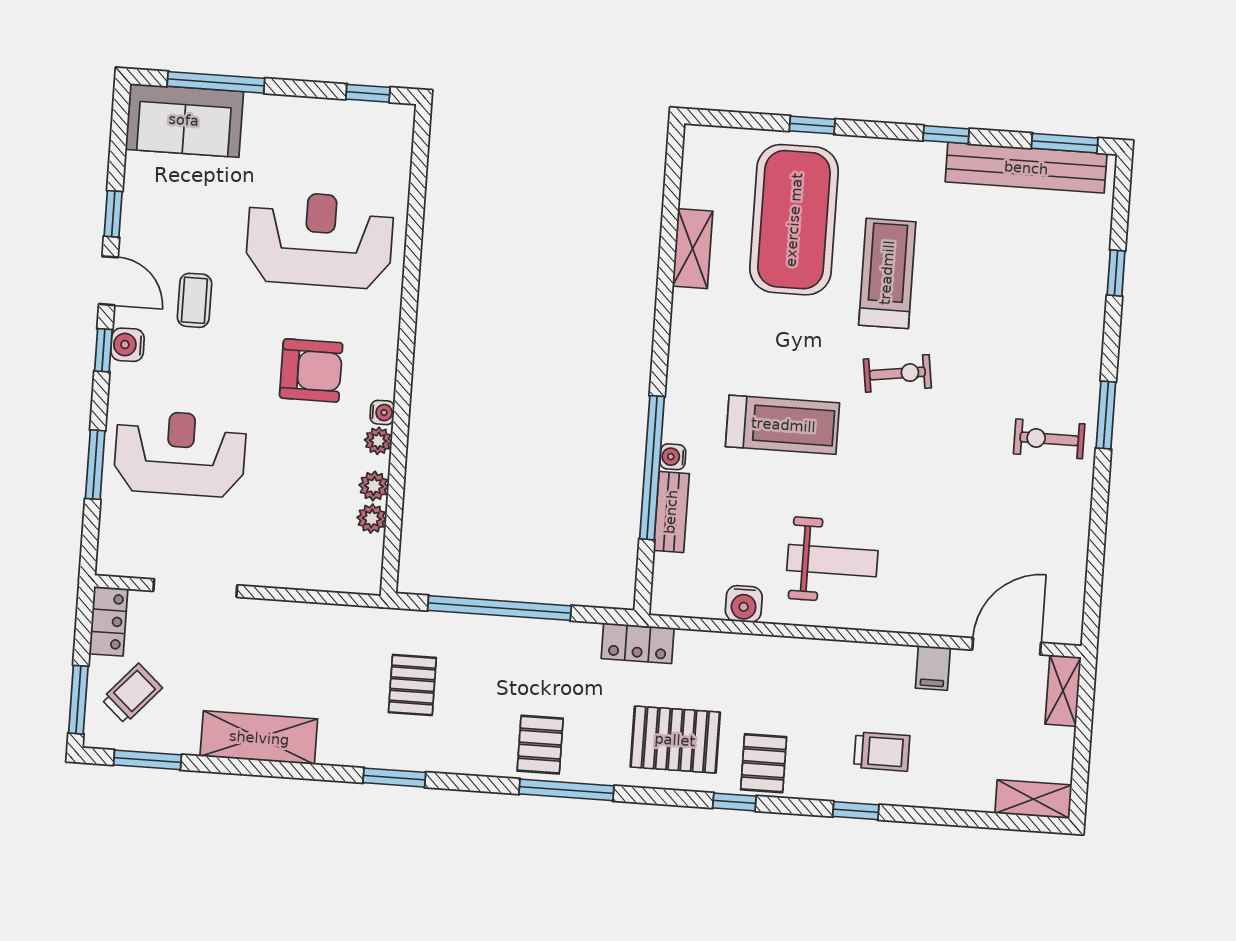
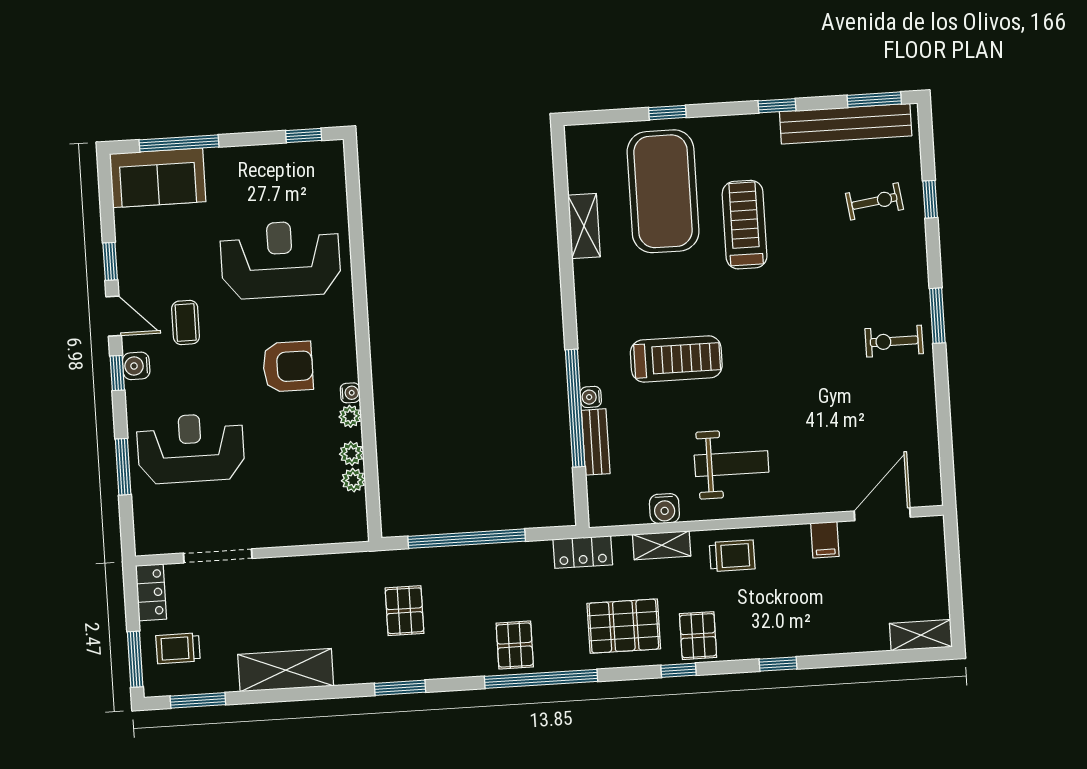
exercise bike: (897, 373) -> (874, 201), moved
shelving: (1063, 691) -> (662, 545), moved, turned 90
trolley: (132, 694) -> (178, 648), turned -132
trolley: (882, 752) -> (732, 556), moved
window: (566, 790) -> (541, 679), width x1.46

